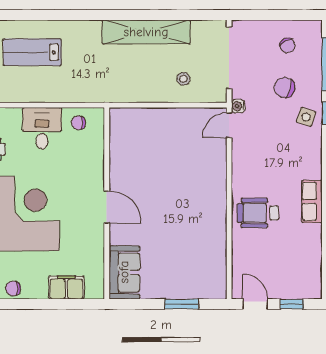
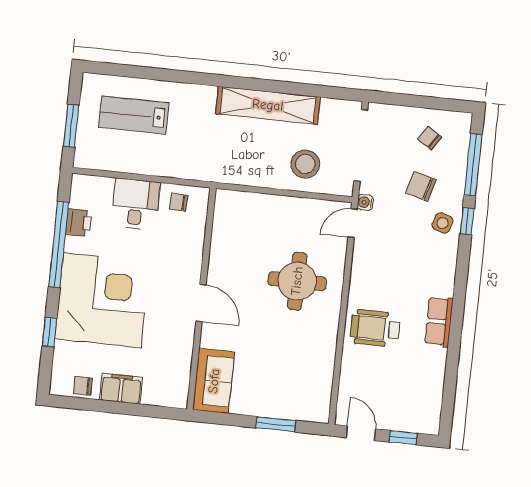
chair: (287, 45) -> (430, 138), turned 150
stool: (183, 79) -> (305, 164), width x1.89, depth x1.89
round table: (187, 180) -> (297, 281), added
filing cabinet: (66, 287) -> (121, 389), moved

